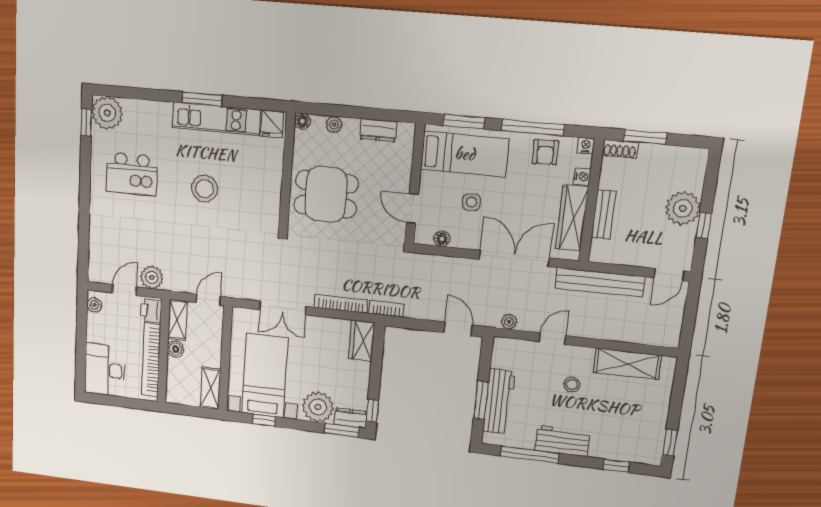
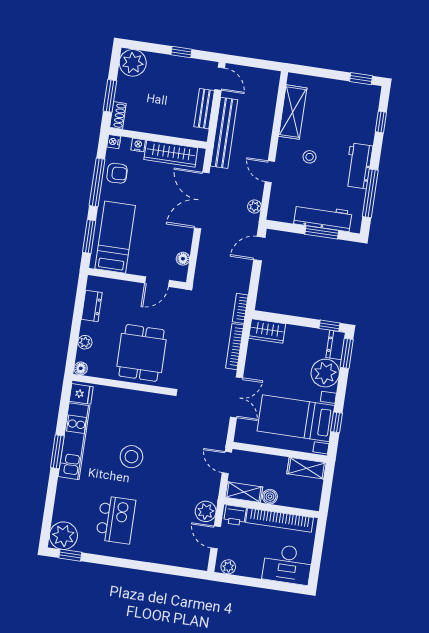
side table: (471, 202) -> (154, 233), removed
plant: (683, 208) -> (133, 63), moved
bench: (604, 215) -> (204, 109), moved, turned 90

